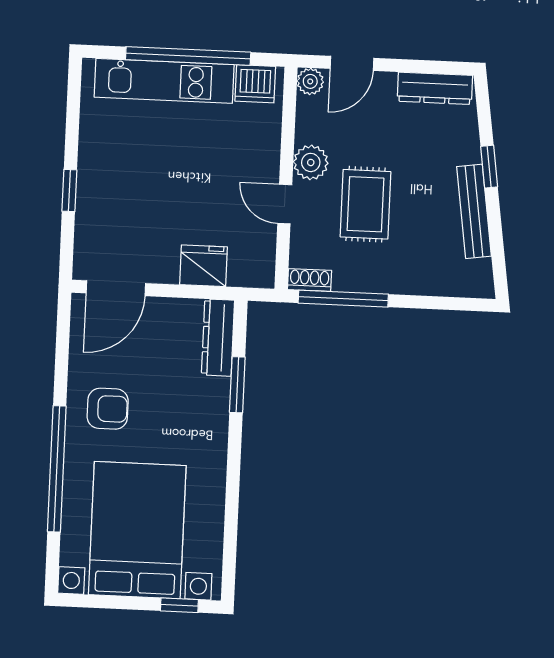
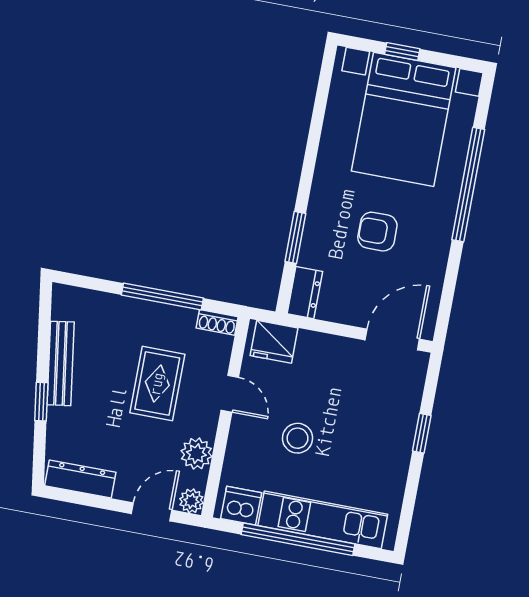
plant: (311, 162) -> (196, 454), moved
stool: (204, 166) -> (298, 438), added
fridge: (203, 266) -> (274, 342), moved
window: (343, 299) -> (162, 296), moved
dresser: (218, 338) -> (305, 293), width x0.70
armchair: (108, 409) -> (377, 232), moved
window: (179, 605) -> (402, 52), moved

